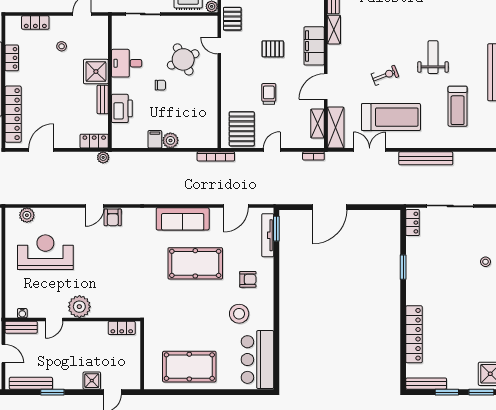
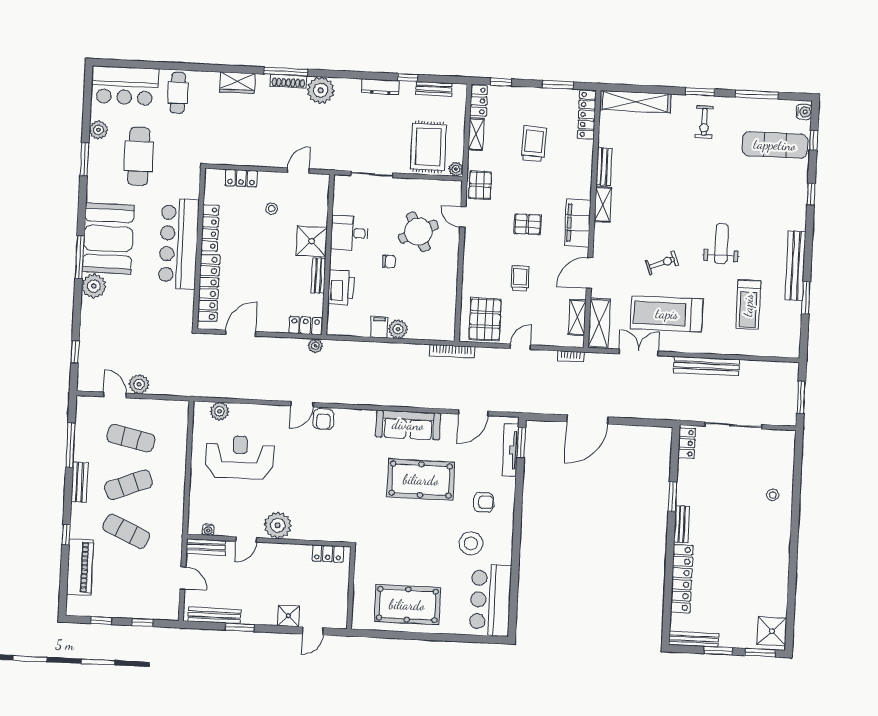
locker: (12, 58) -> (210, 228), width x1.53
treadmill: (391, 117) -> (667, 314), turned 180
bench: (412, 289) -> (682, 524), added

